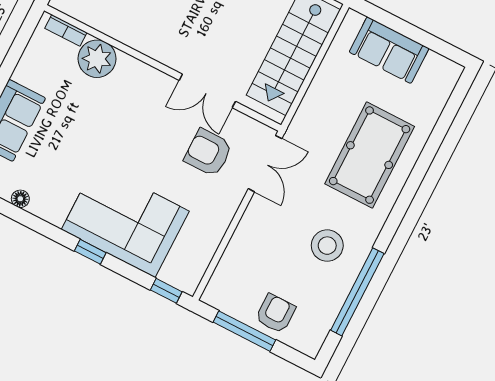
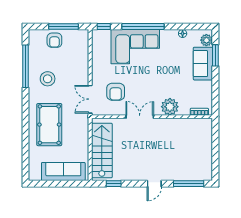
sofa: (389, 50) -> (63, 172), width x1.36
plant: (97, 59) -> (170, 107), moved
double door: (207, 91) -> (140, 117), moved
armchair: (208, 153) -> (116, 92), turned 90
window: (90, 252) -> (143, 27), width x3.17

